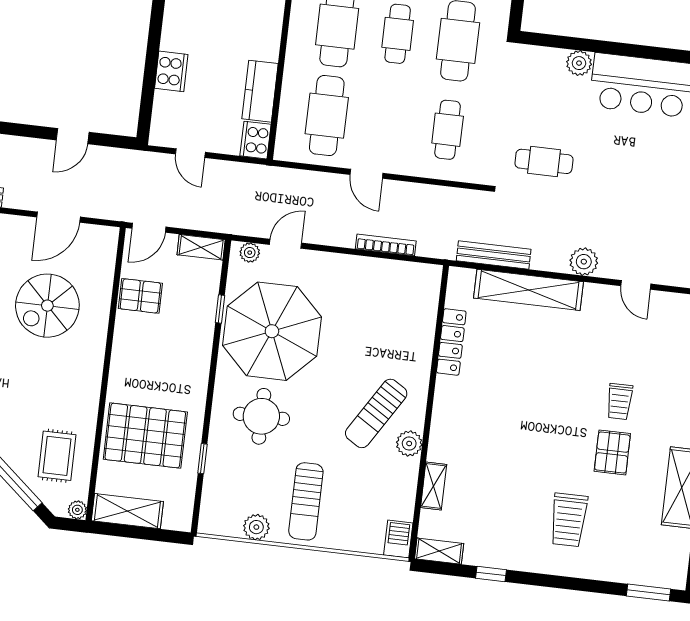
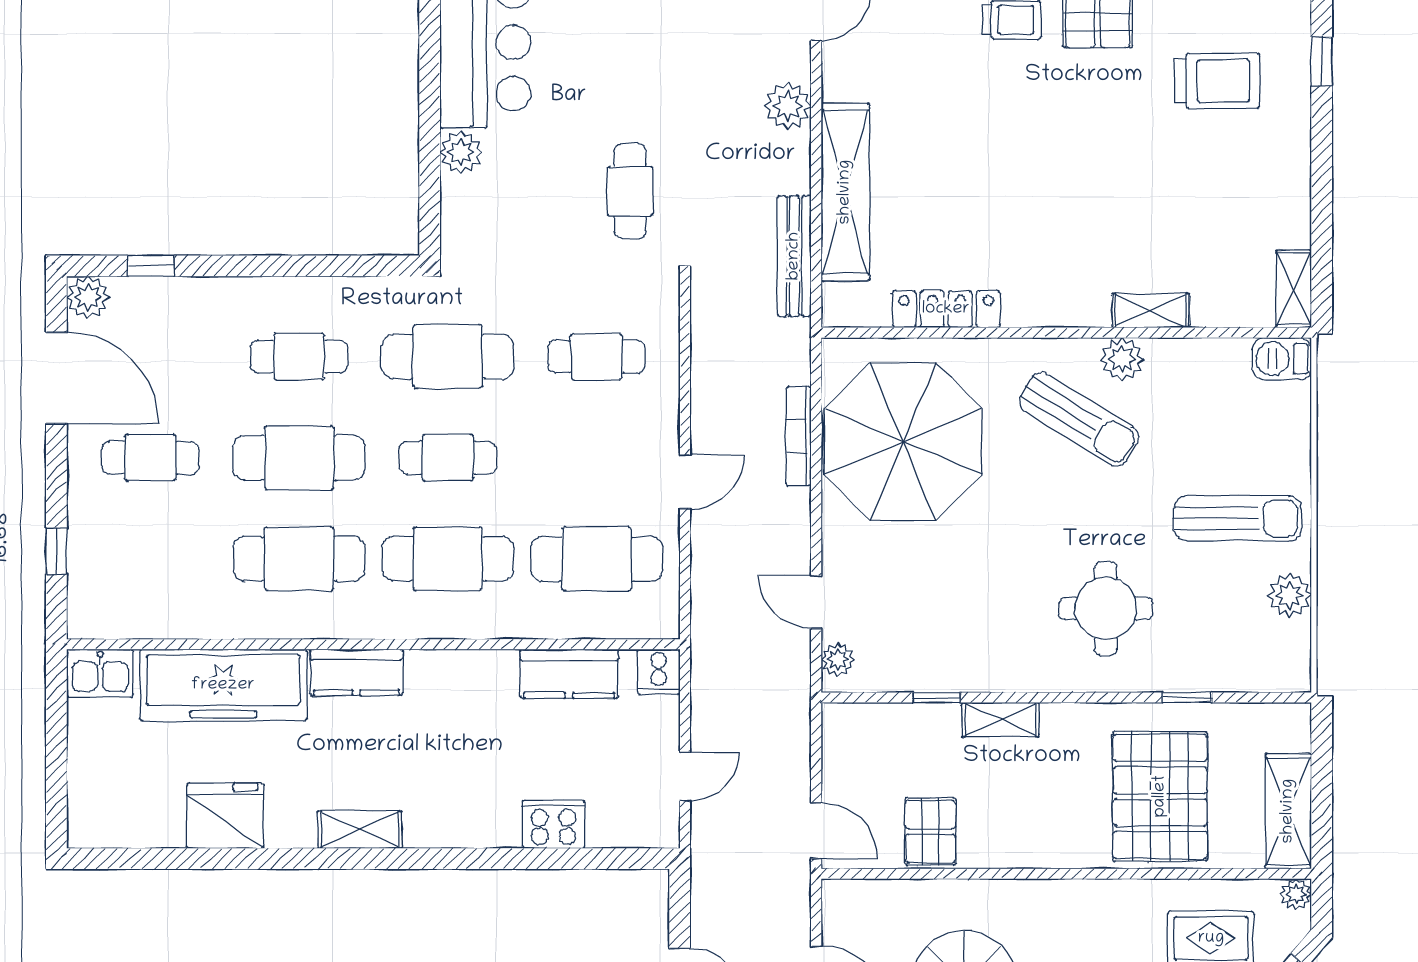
cooker: (255, 140) -> (659, 672), width x0.73
shelving: (201, 247) -> (1000, 720), moved, turned 90
parasol: (272, 331) -> (903, 442), moved
shelving: (434, 486) -> (1151, 310), moved
window: (491, 574) -> (1322, 61), moved

